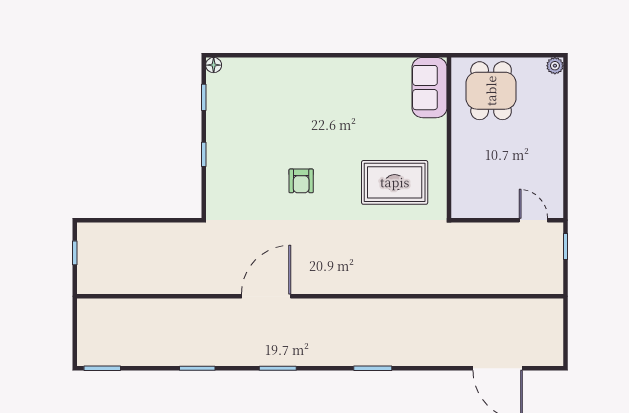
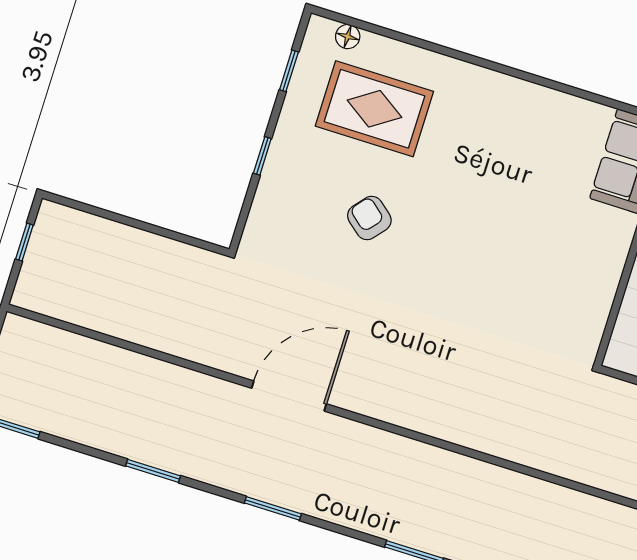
floor lamp: (214, 65) -> (348, 37), moved
armchair: (301, 181) -> (369, 218), moved, turned 130
rug: (395, 182) -> (374, 109), moved

